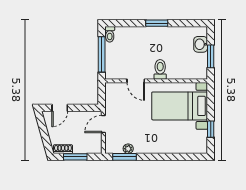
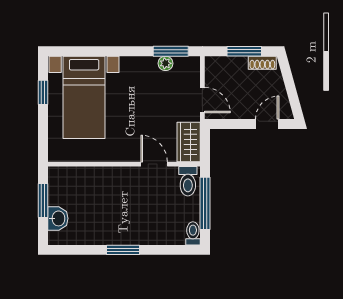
toilet: (160, 69) -> (188, 181), moved
wardrobe: (113, 96) -> (189, 142), added
bed with nightstands: (180, 106) -> (84, 97), moved, turned 90
door: (103, 124) -> (202, 100), hinge flipped

